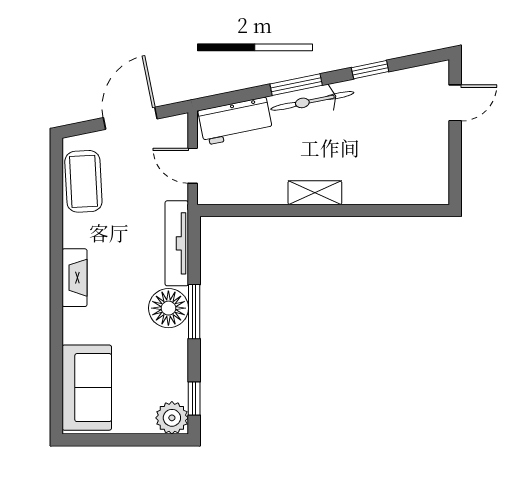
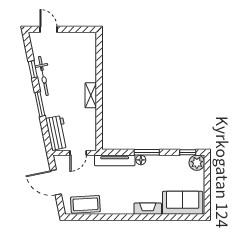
bicycle: (312, 101) -> (43, 76), moved
fireplace: (74, 278) -> (148, 209), moved
floor lamp: (168, 308) -> (141, 160), width x0.53, depth x0.53

